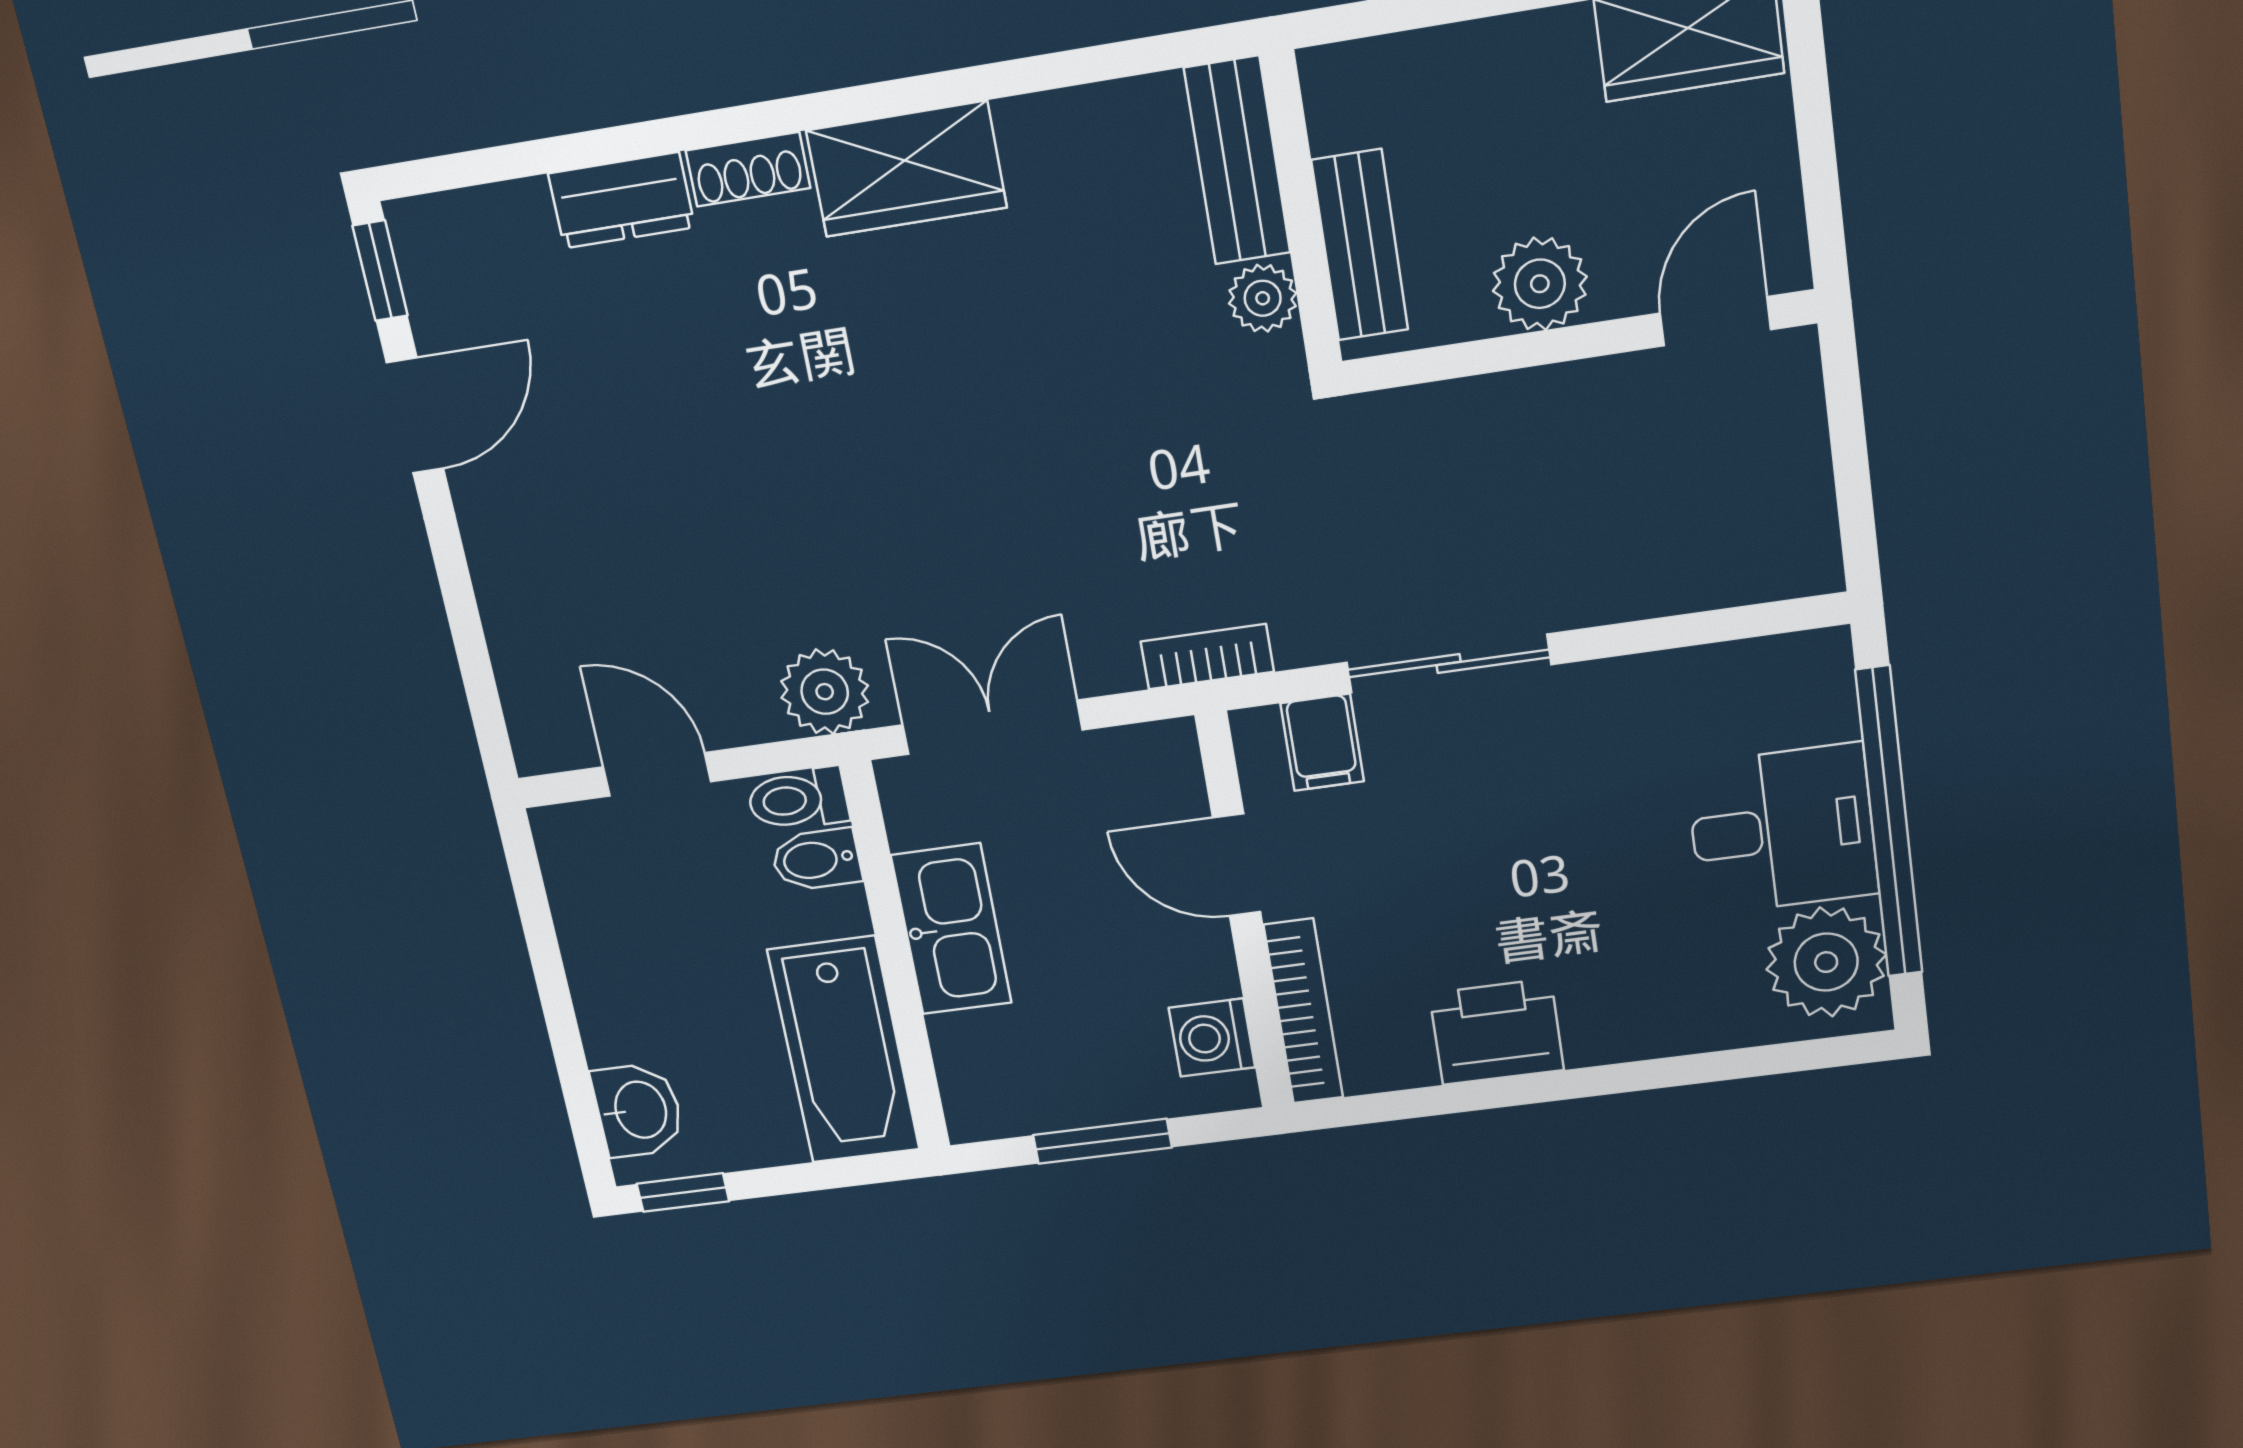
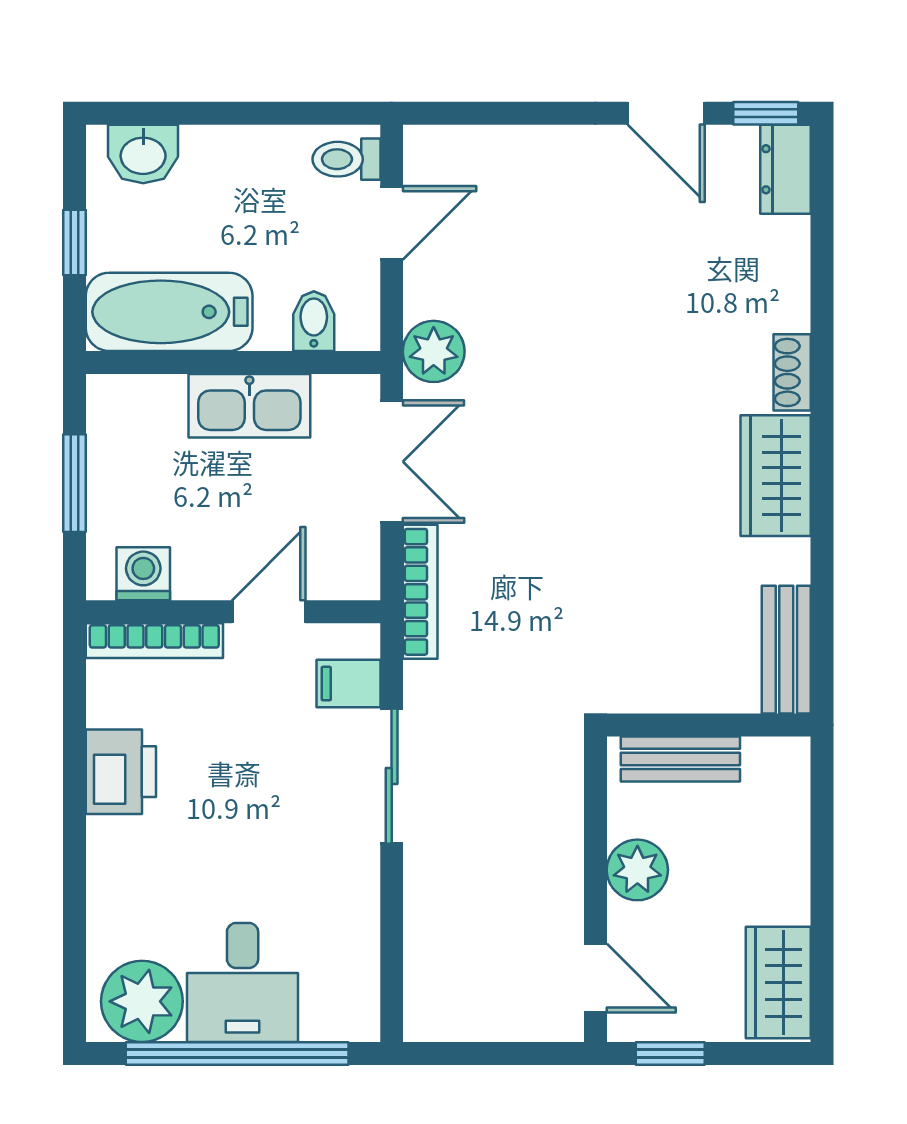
bench: (1237, 161) -> (786, 650), moved, turned 90
window: (1821, 188) -> (670, 1053), added
dresser: (621, 200) -> (786, 169), moved
plant: (1263, 298) -> (656, 691), removed
bookcase: (1207, 657) -> (420, 592), width x1.56
toilet: (798, 799) -> (346, 159), moved, turned -90
window: (683, 1193) -> (74, 243), moved

